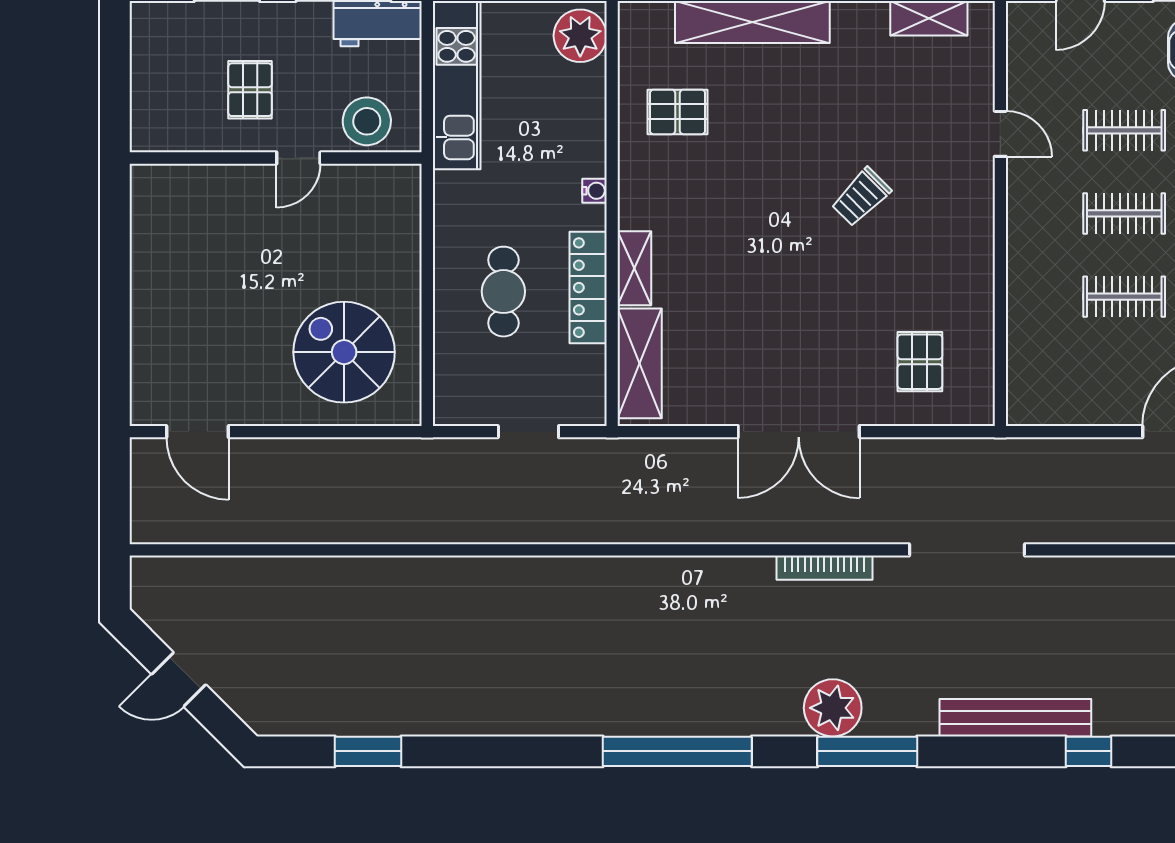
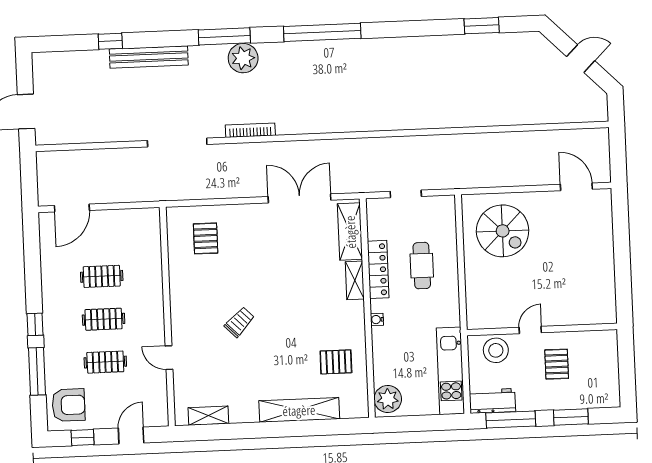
double door: (799, 432) -> (299, 198), moved

